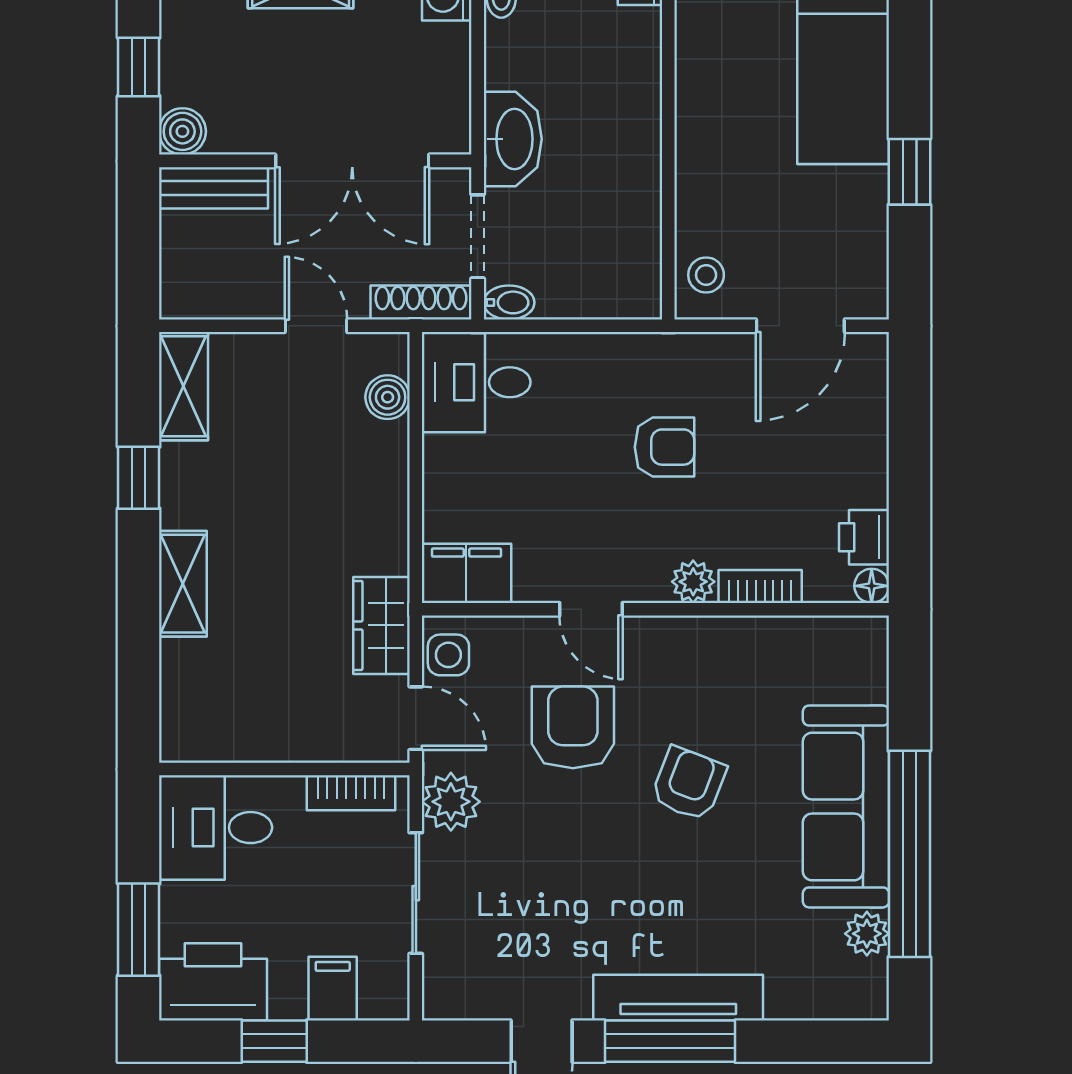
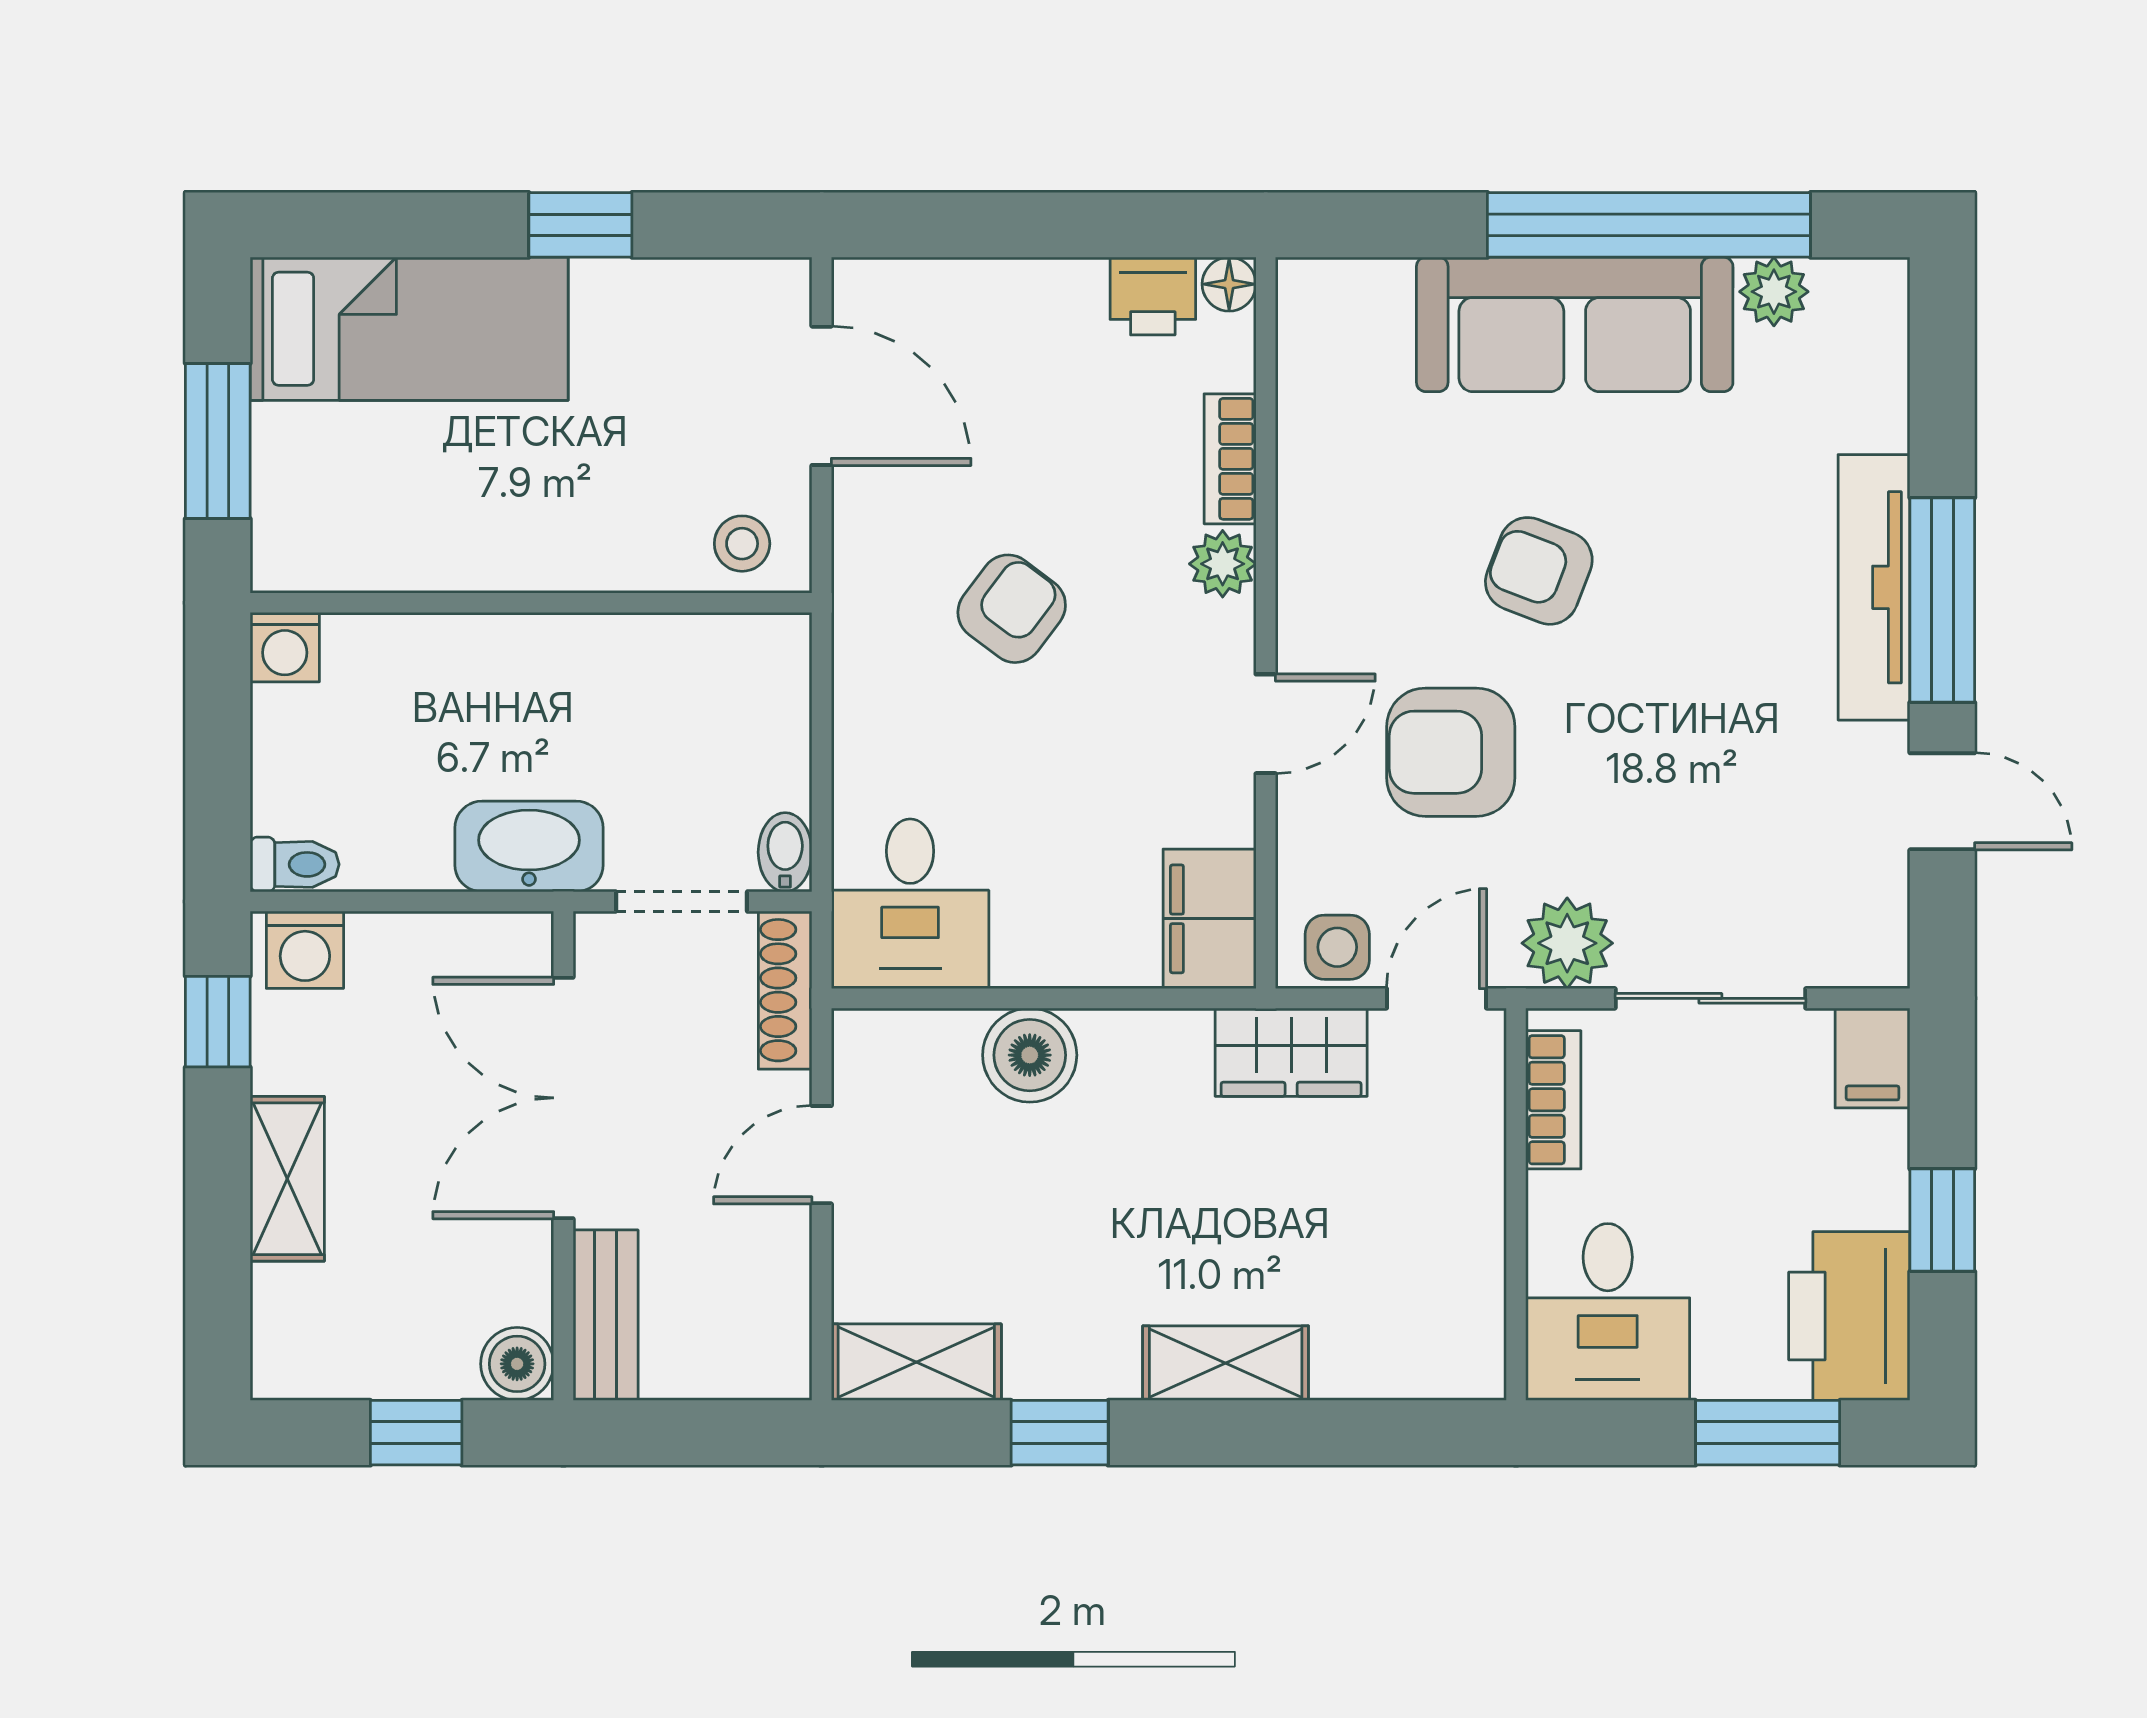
double door: (352, 161) -> (563, 1098), swing flipped
boiler: (388, 397) -> (1030, 1055), moved, width x1.36, depth x1.36
armchair: (664, 447) -> (1012, 609), turned 37
filing cabinet: (333, 989) -> (1873, 1058), moved, turned -90

